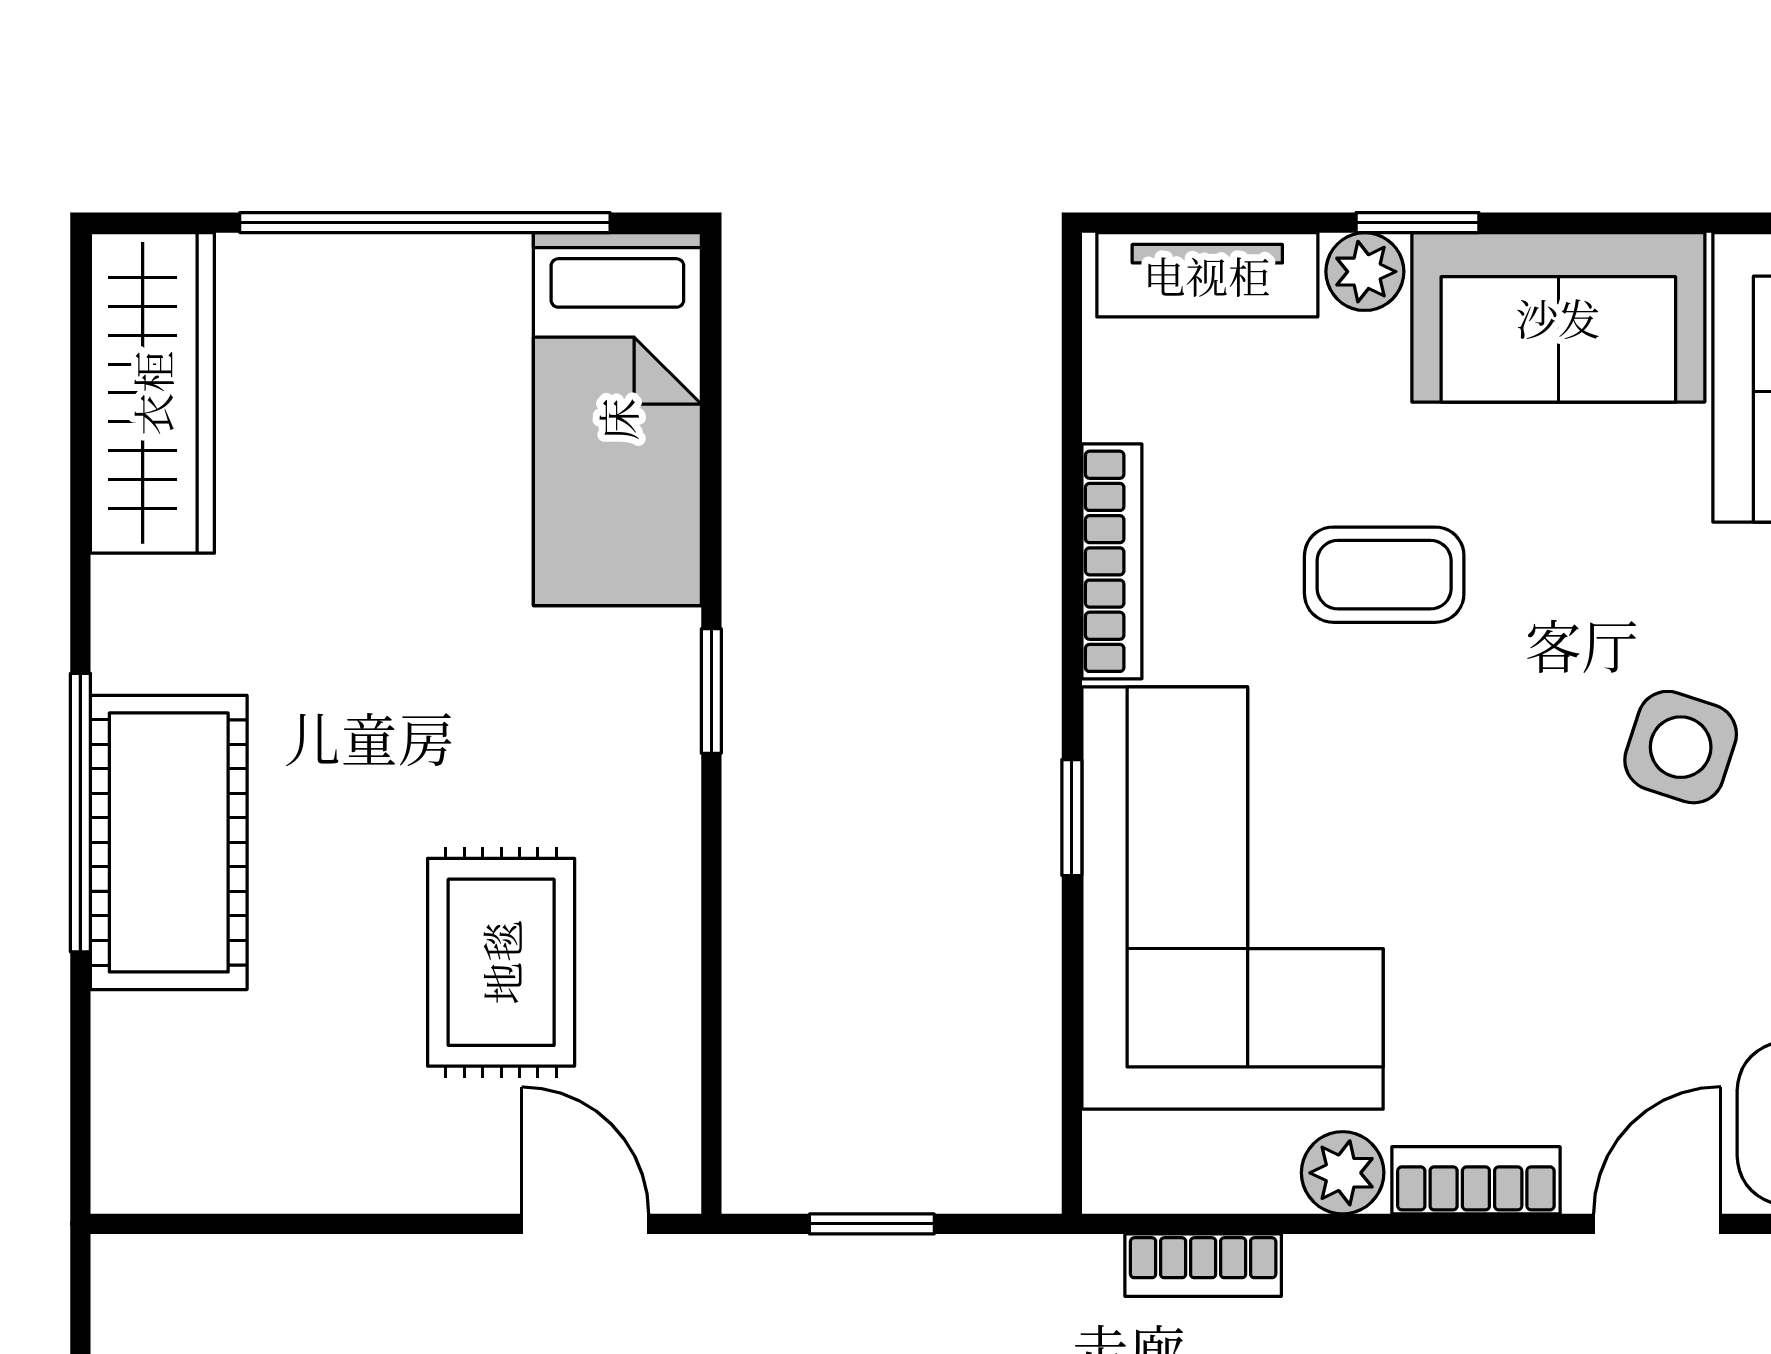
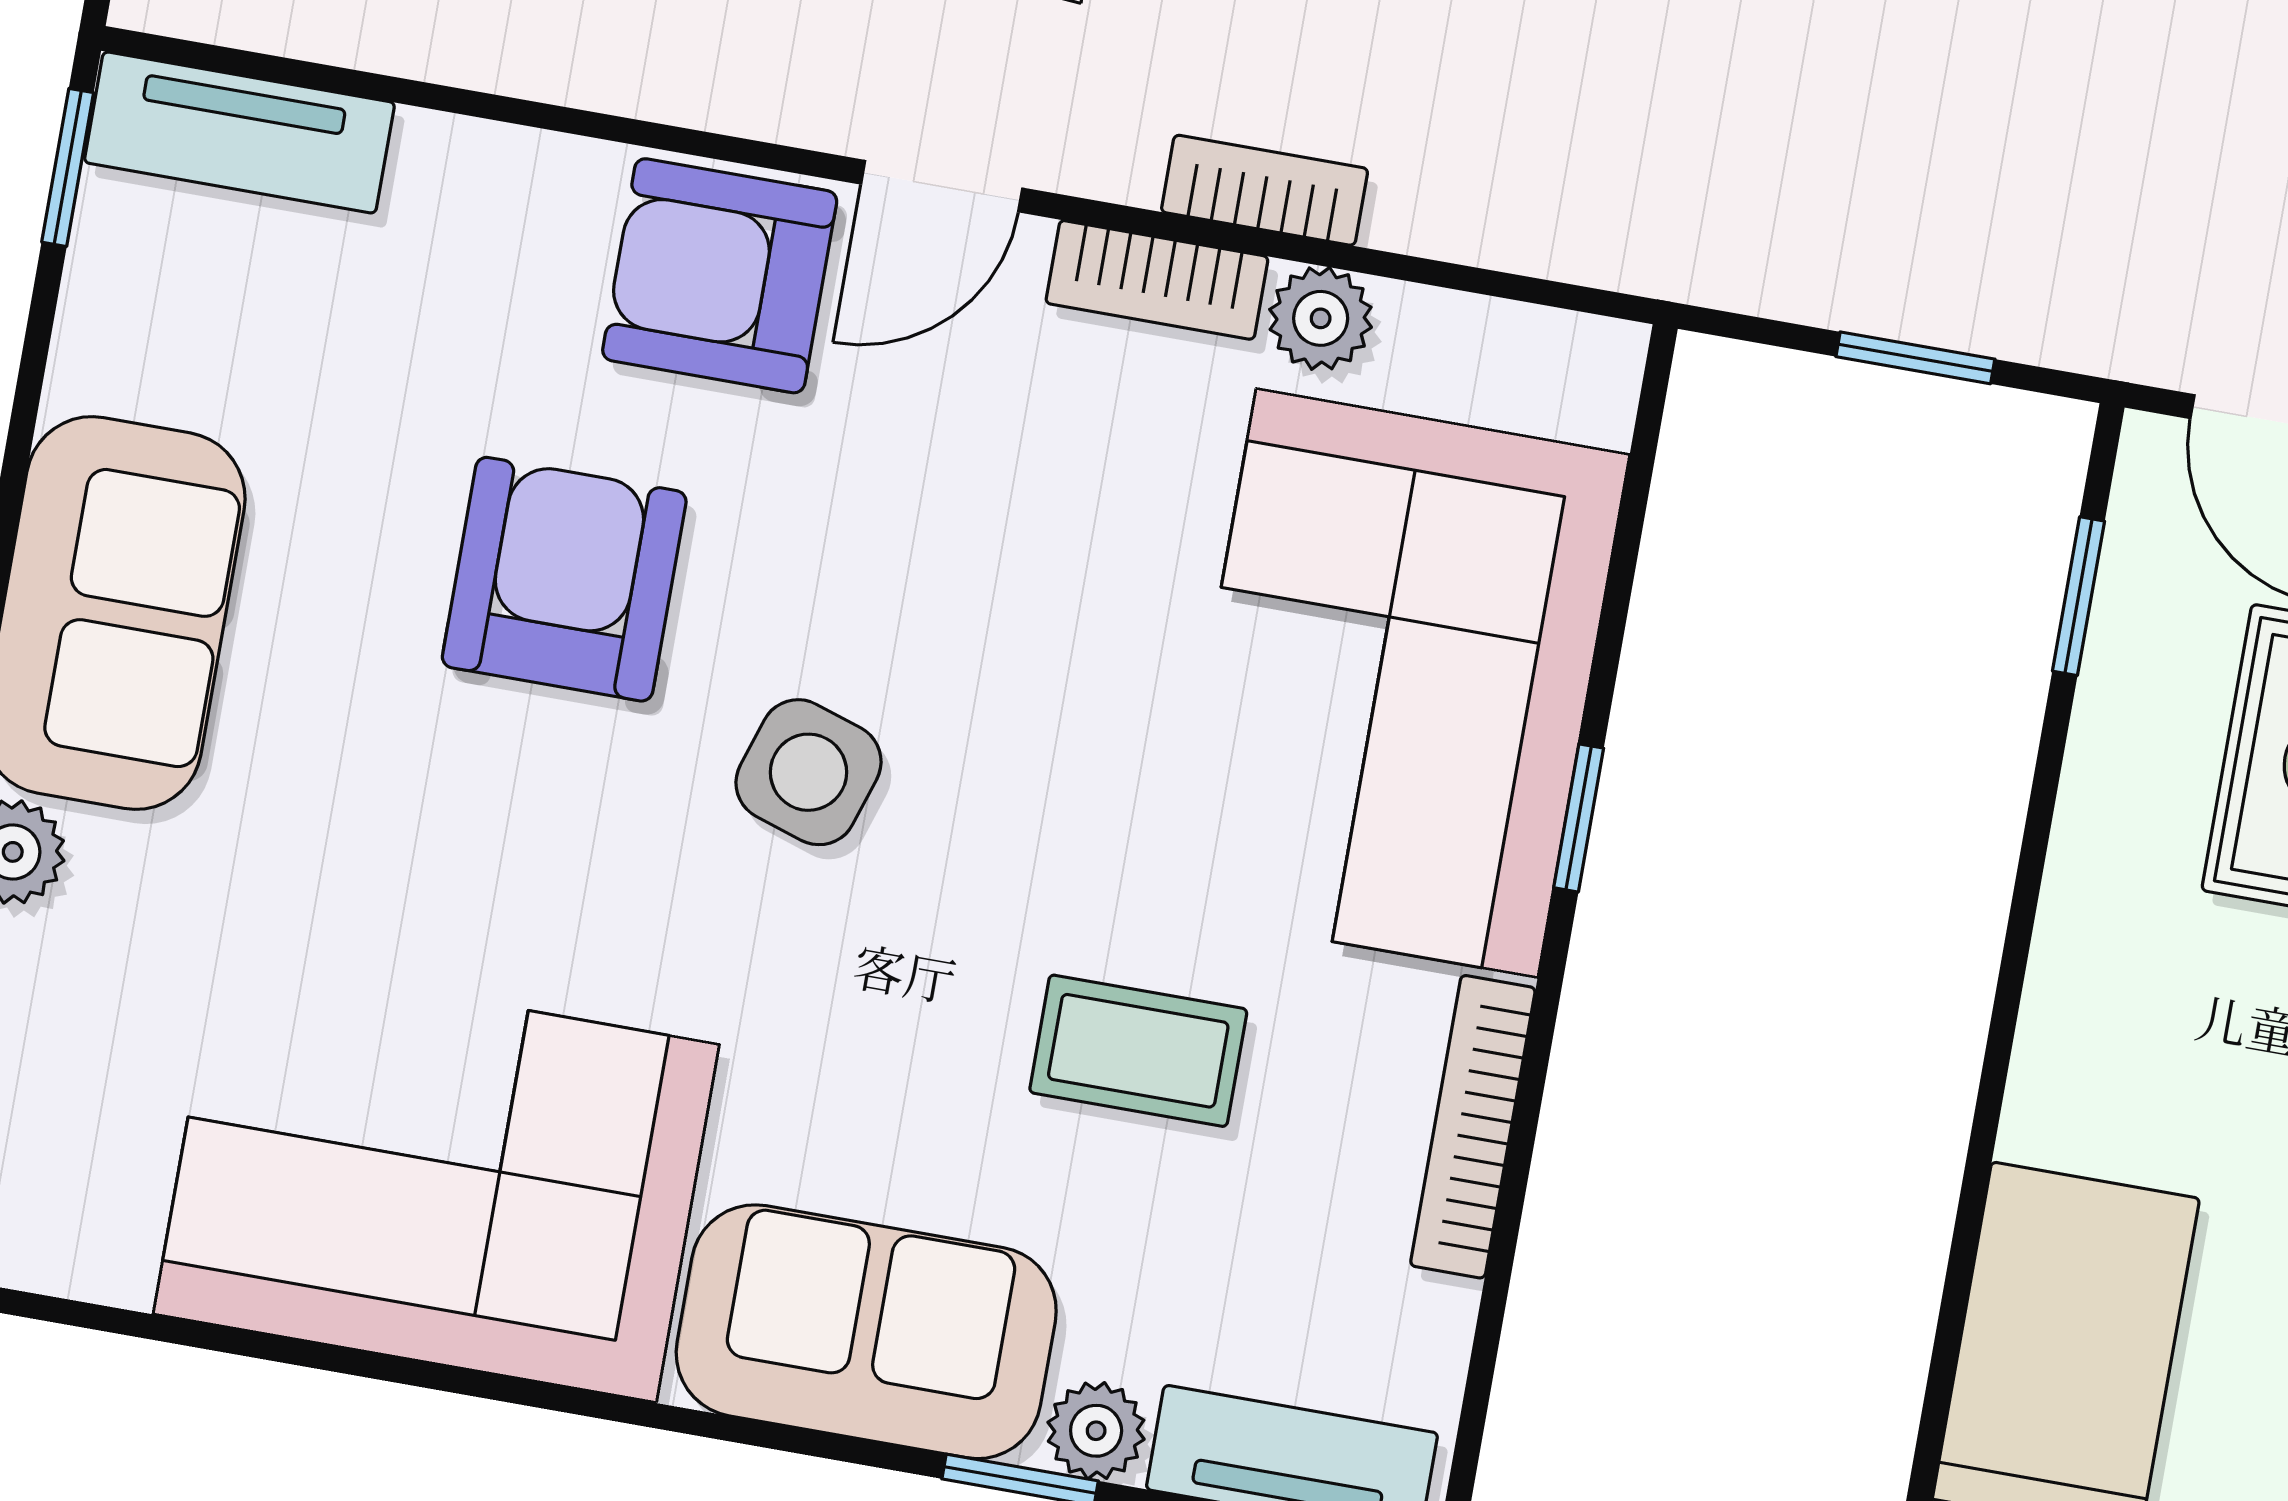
window: (711, 691) -> (2079, 596), moved
bookcase: (1203, 1265) -> (1265, 190), moved

